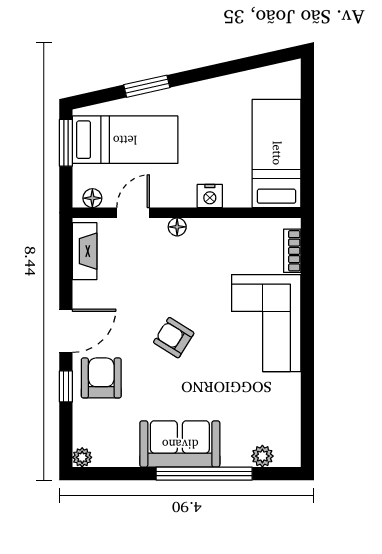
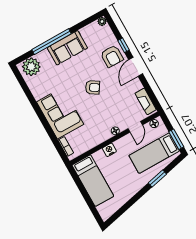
plant: (262, 456) -> (31, 67), width x1.88, depth x1.88

